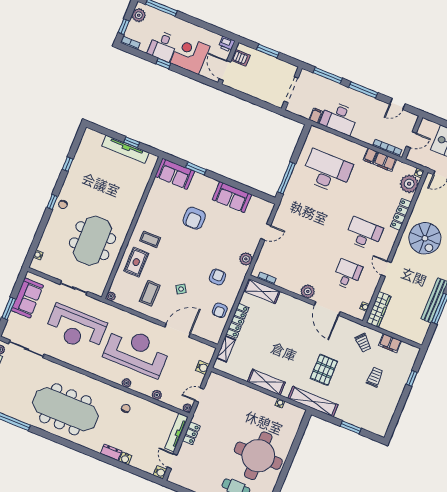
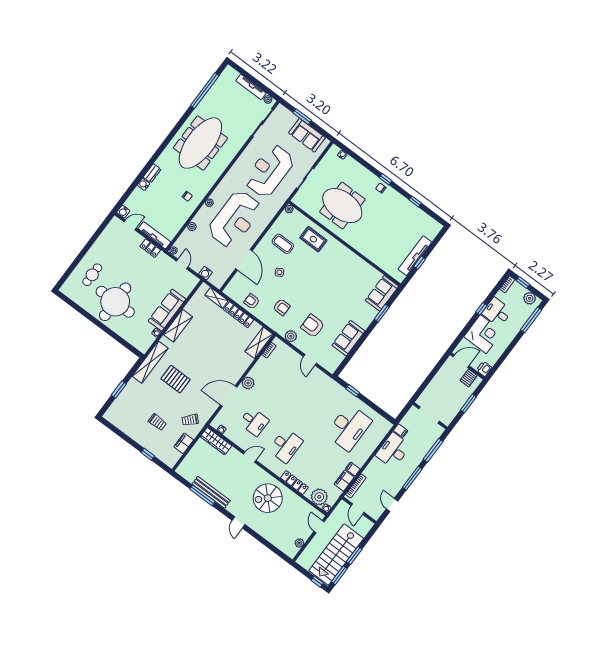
window: (287, 178) -> (353, 391), width x0.46
armchair: (194, 218) -> (313, 326), moved
coffee table: (150, 239) -> (330, 257), removed
sofa: (253, 398) -> (167, 310), added

